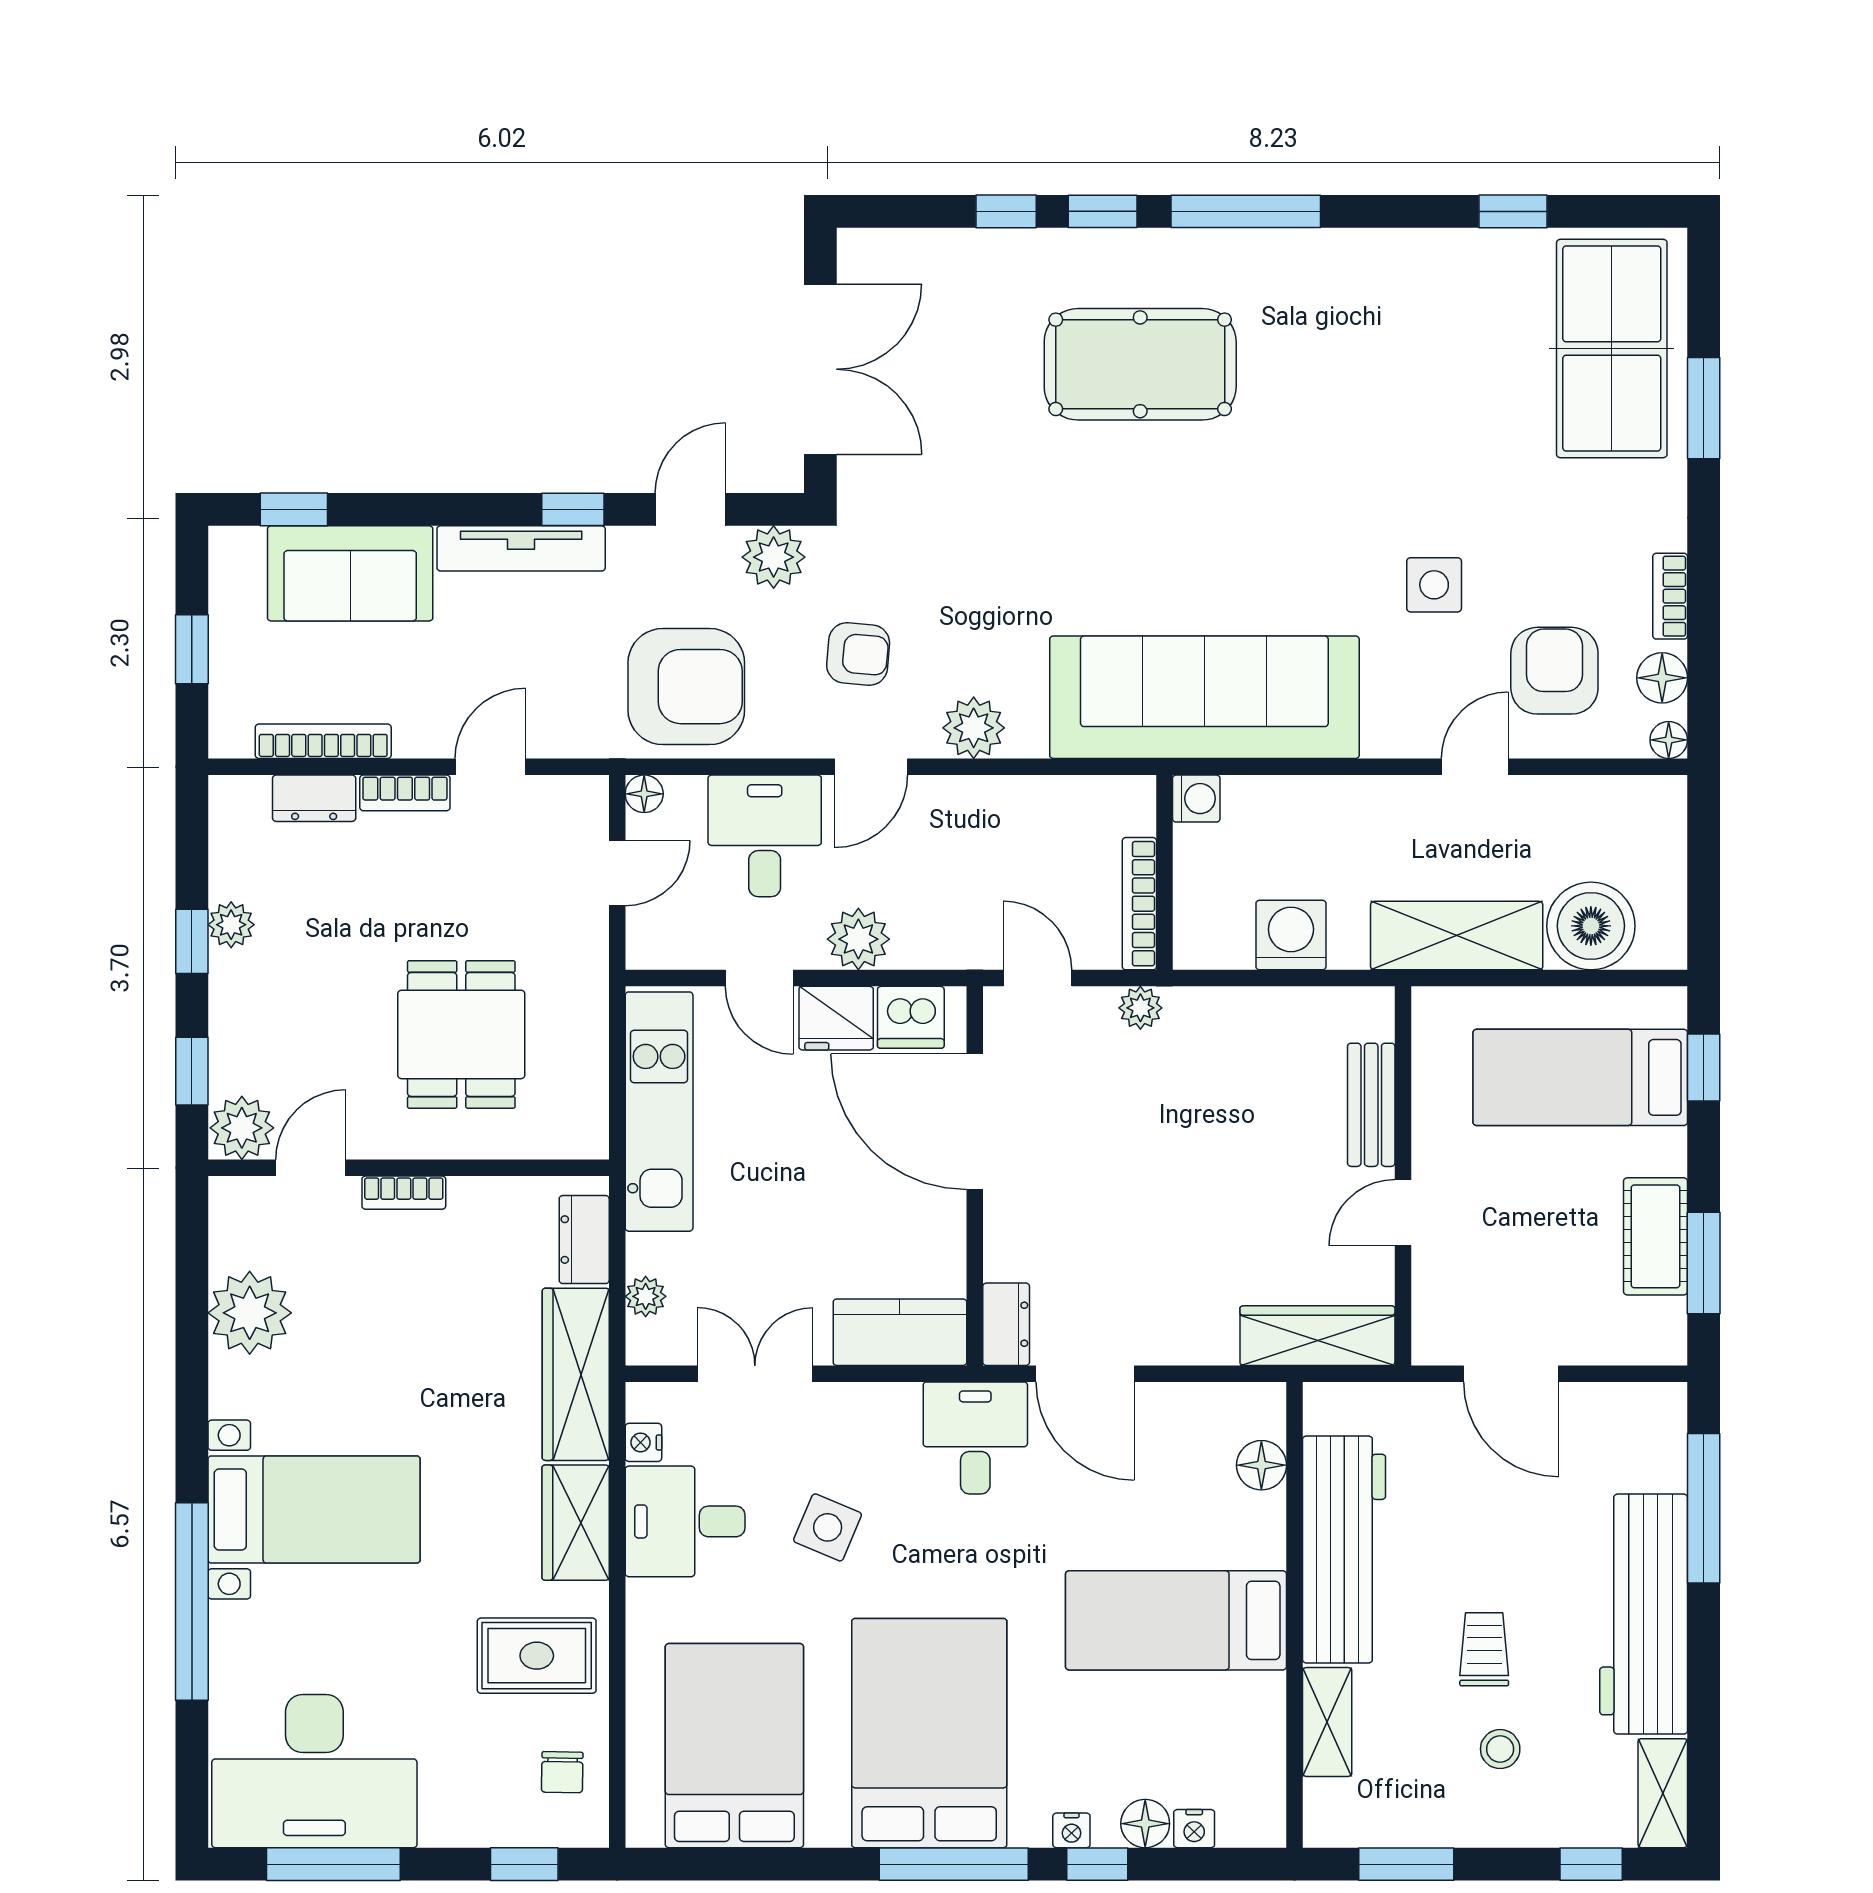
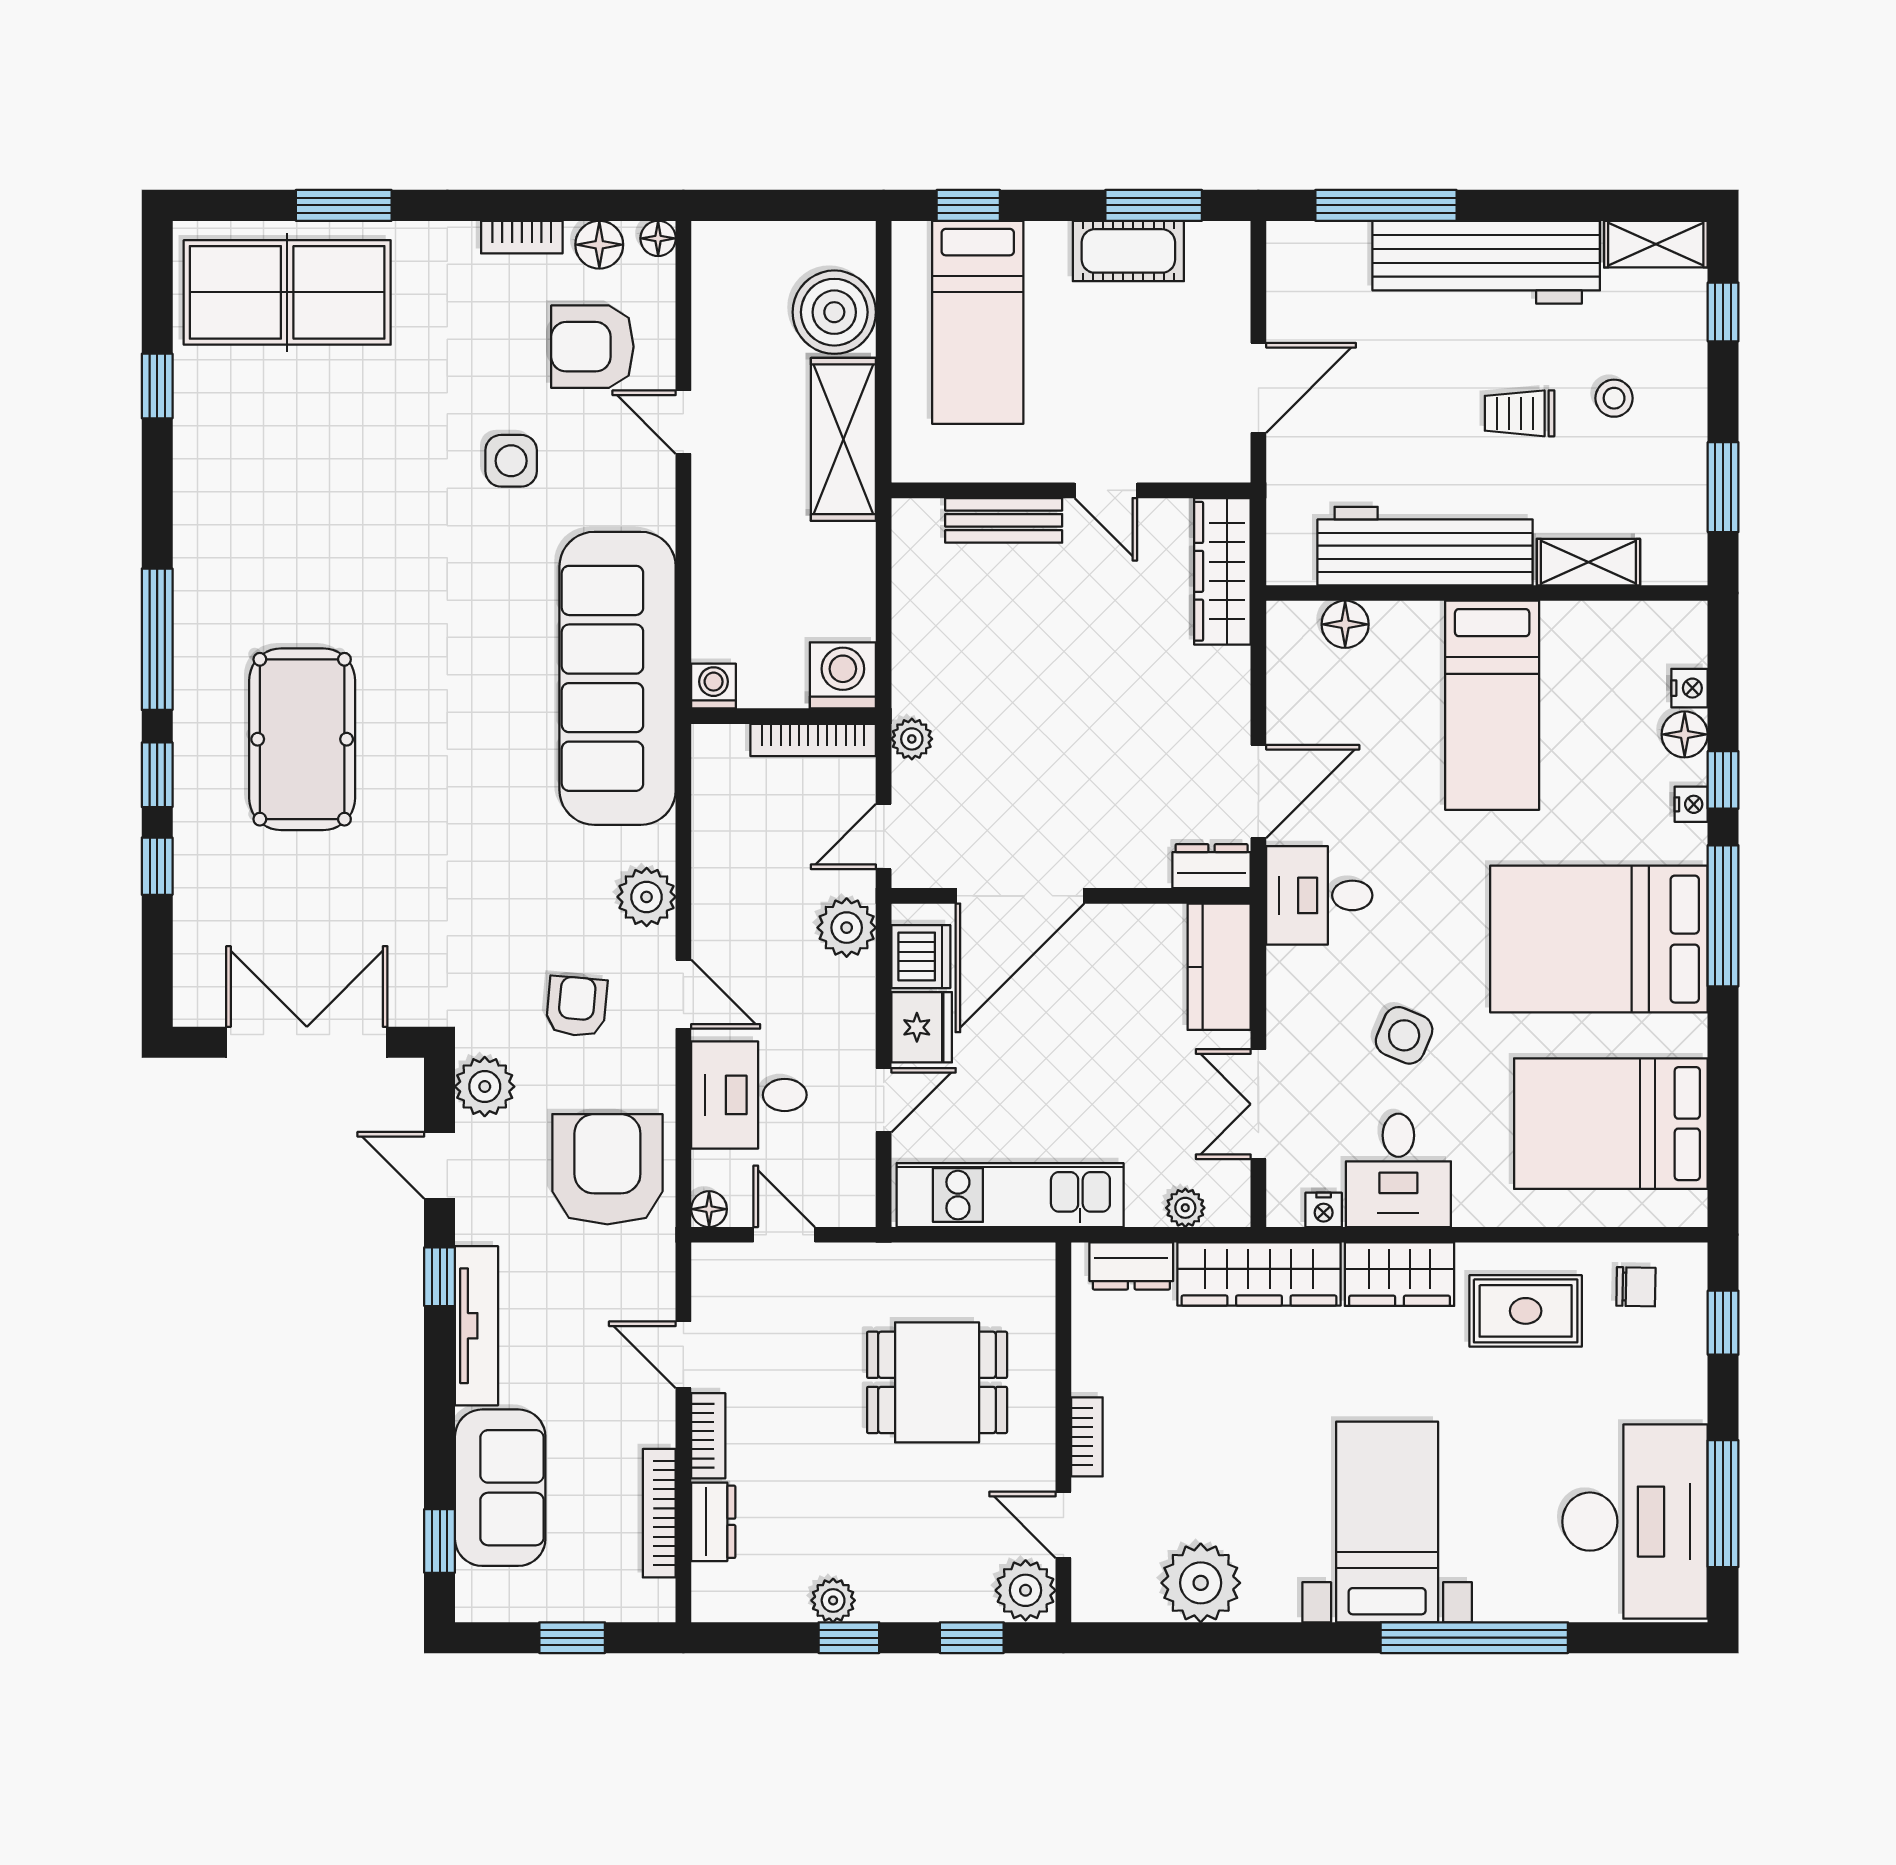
washing machine: (1291, 935) -> (843, 675), moved, turned 90
plant: (858, 939) -> (847, 928), moved
rug: (537, 1656) -> (1526, 1311), turned 90

